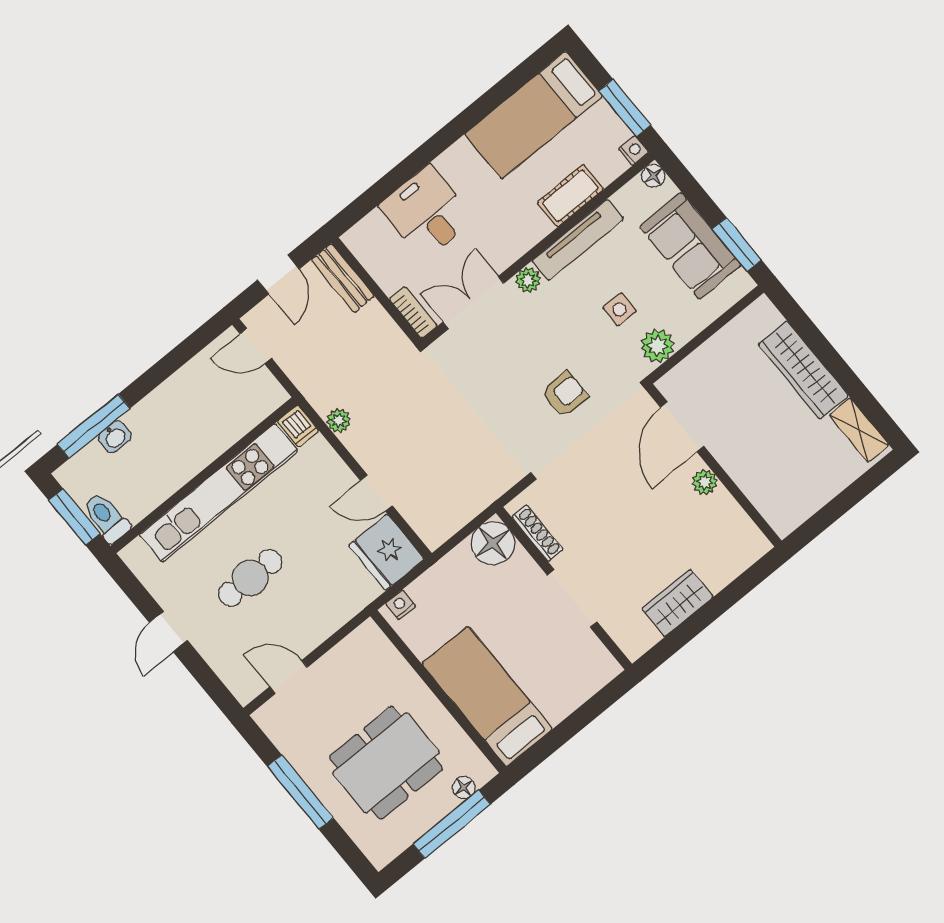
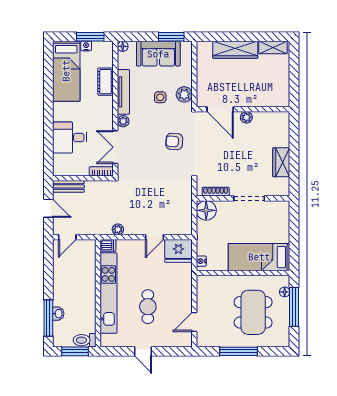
nightstand: (633, 150) -> (86, 46), moved
armchair: (565, 394) -> (174, 142), turned -86

